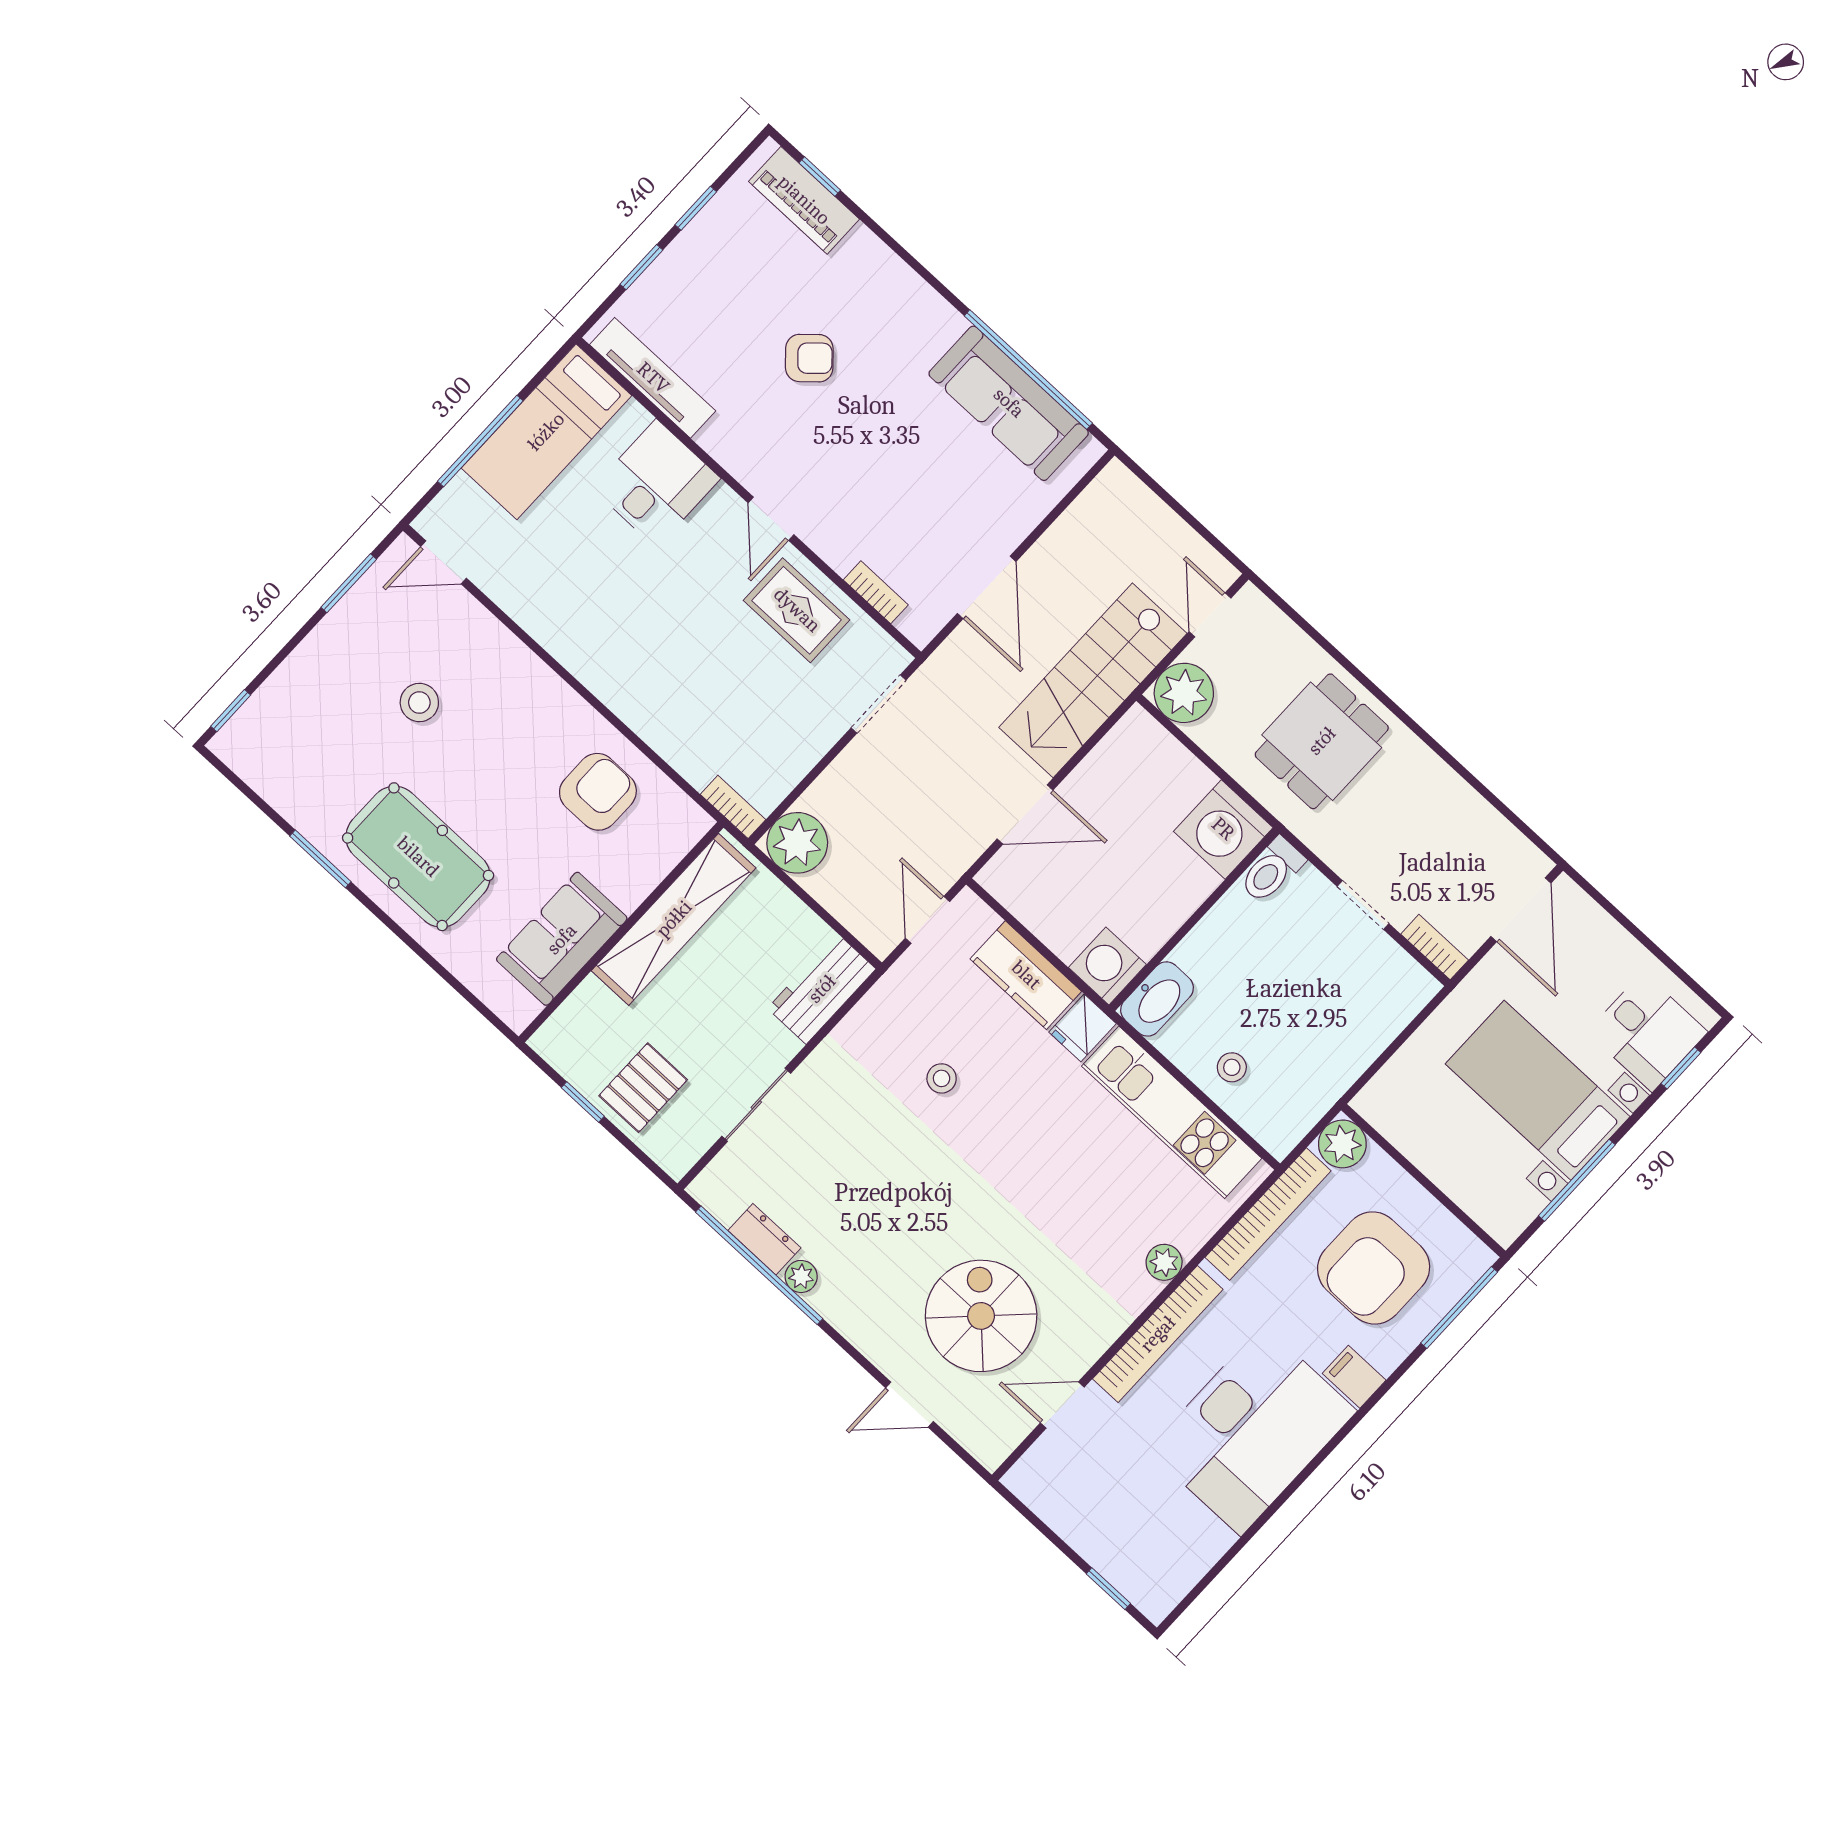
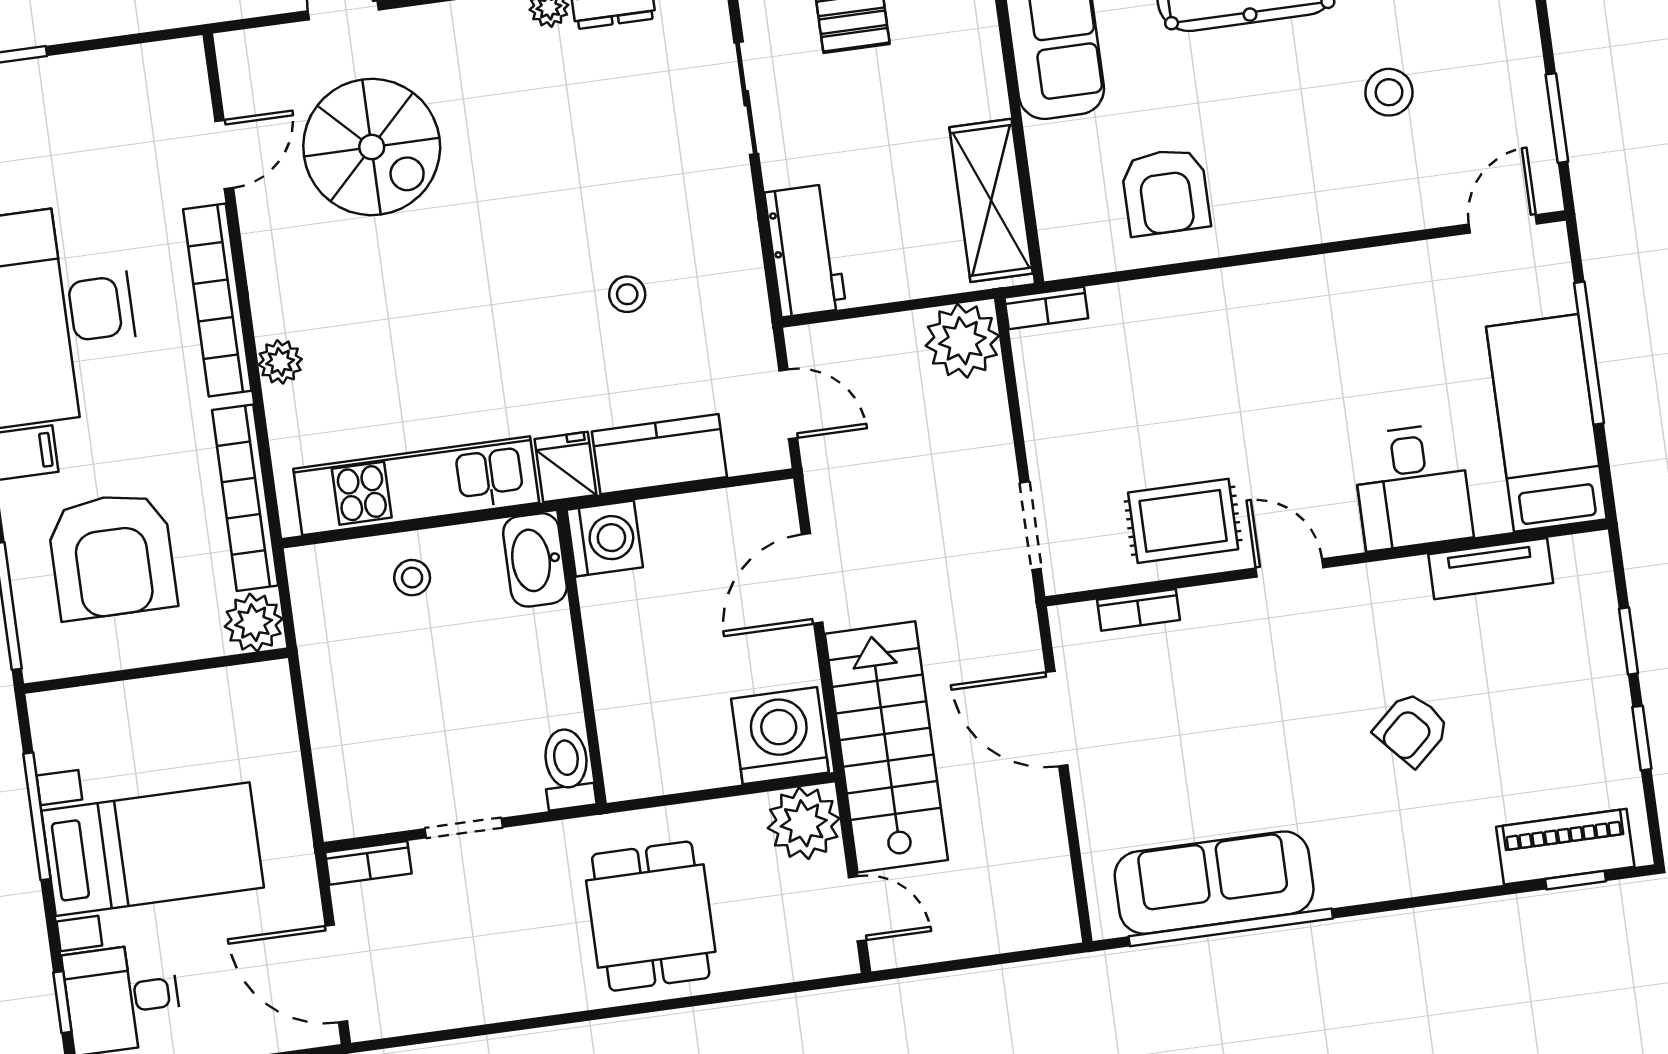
tv unit: (653, 378) -> (1491, 569), width x0.71
washing machine: (1223, 829) -> (780, 736), moved
shelving: (674, 919) -> (991, 200), width x0.68
armchair: (1374, 1268) -> (112, 556), turned 180

